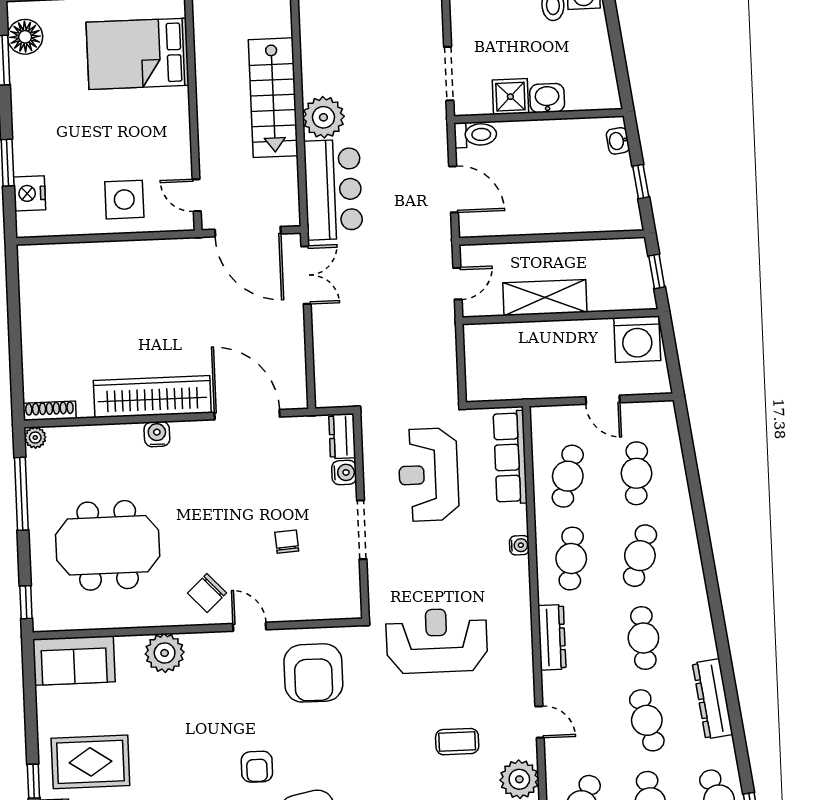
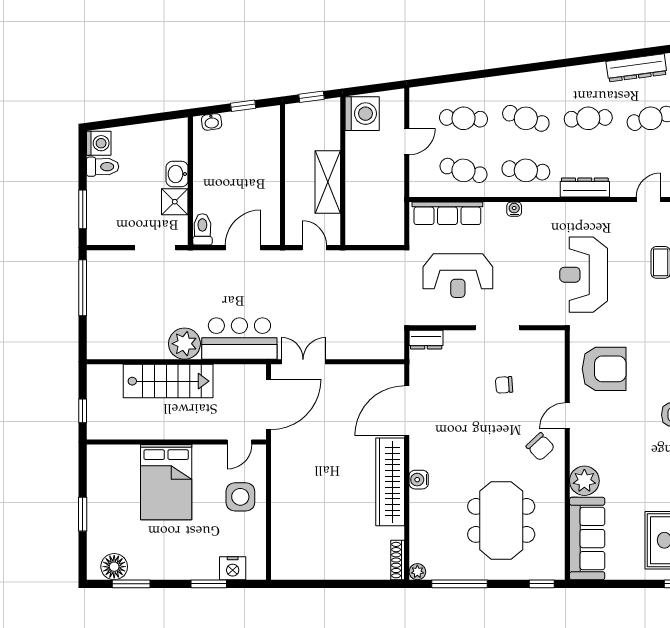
bed: (138, 54) -> (166, 482), moved
water cooler: (344, 473) -> (454, 339), removed
sofa: (74, 660) -> (587, 539), width x1.36

